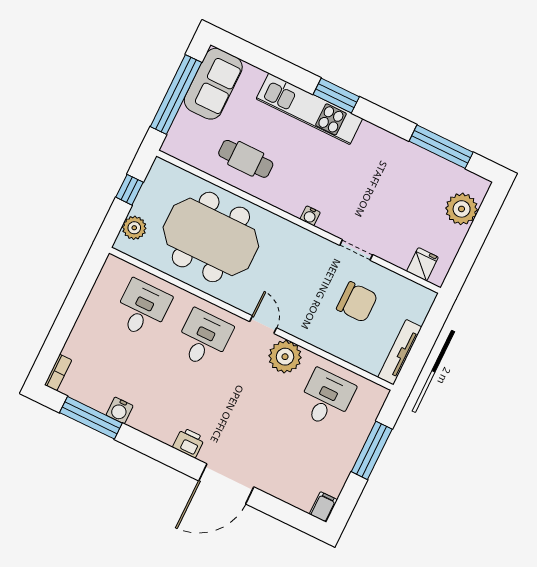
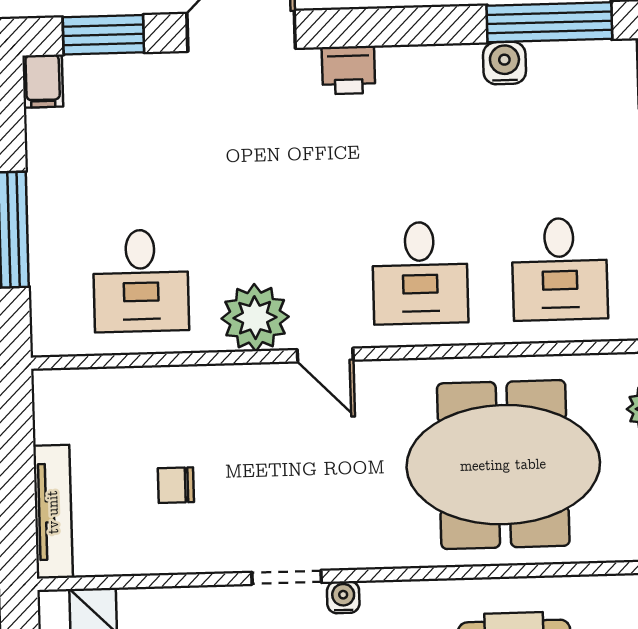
doorway: (356, 250) -> (287, 577), moved
chair: (357, 302) -> (176, 485), width x0.54, depth x0.54
tv unit: (400, 352) -> (53, 512), moved
window: (287, 513) -> (103, 35), added

